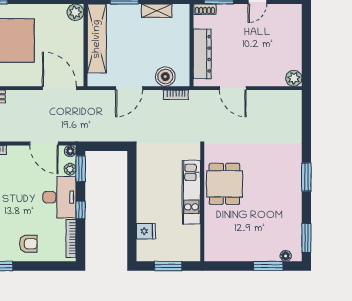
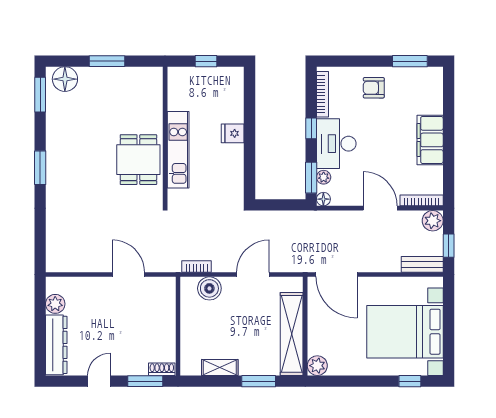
dresser: (202, 54) -> (56, 345), moved, turned 180
plant: (294, 78) -> (55, 304), moved
door: (44, 143) -> (380, 208), moved
fridge: (146, 231) -> (233, 133), moved
floor lamp: (286, 256) -> (65, 79), width x1.89, depth x1.89
window: (168, 266) -> (206, 61), width x0.67
window: (268, 266) -> (107, 61), moved

